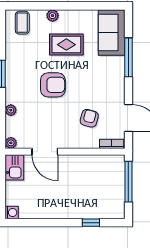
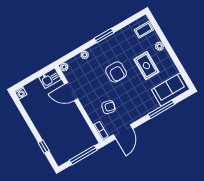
door: (45, 152) -> (71, 92), hinge flipped

